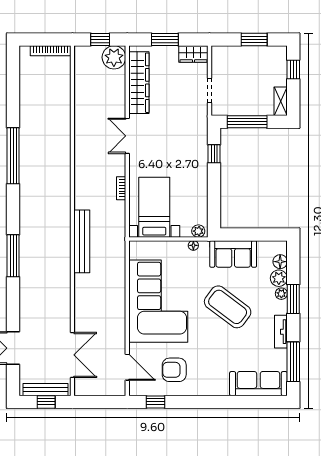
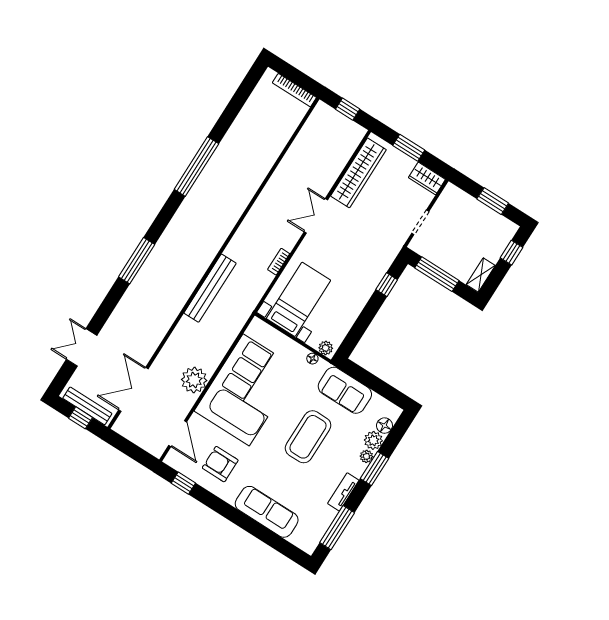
plant: (114, 57) -> (194, 380), moved
coffee table: (228, 307) -> (308, 437), turned 53
double door: (72, 355) -> (133, 389), swing flipped
sofa: (258, 384) -> (267, 512), moved

